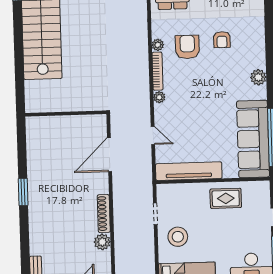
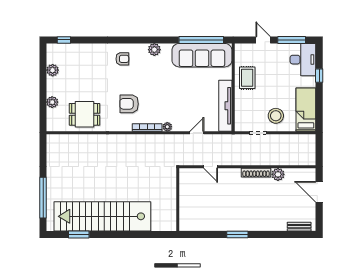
armchair: (222, 40) -> (122, 59), moved
plant: (158, 45) -> (127, 127), removed
door: (110, 155) -> (211, 167), width x0.53

